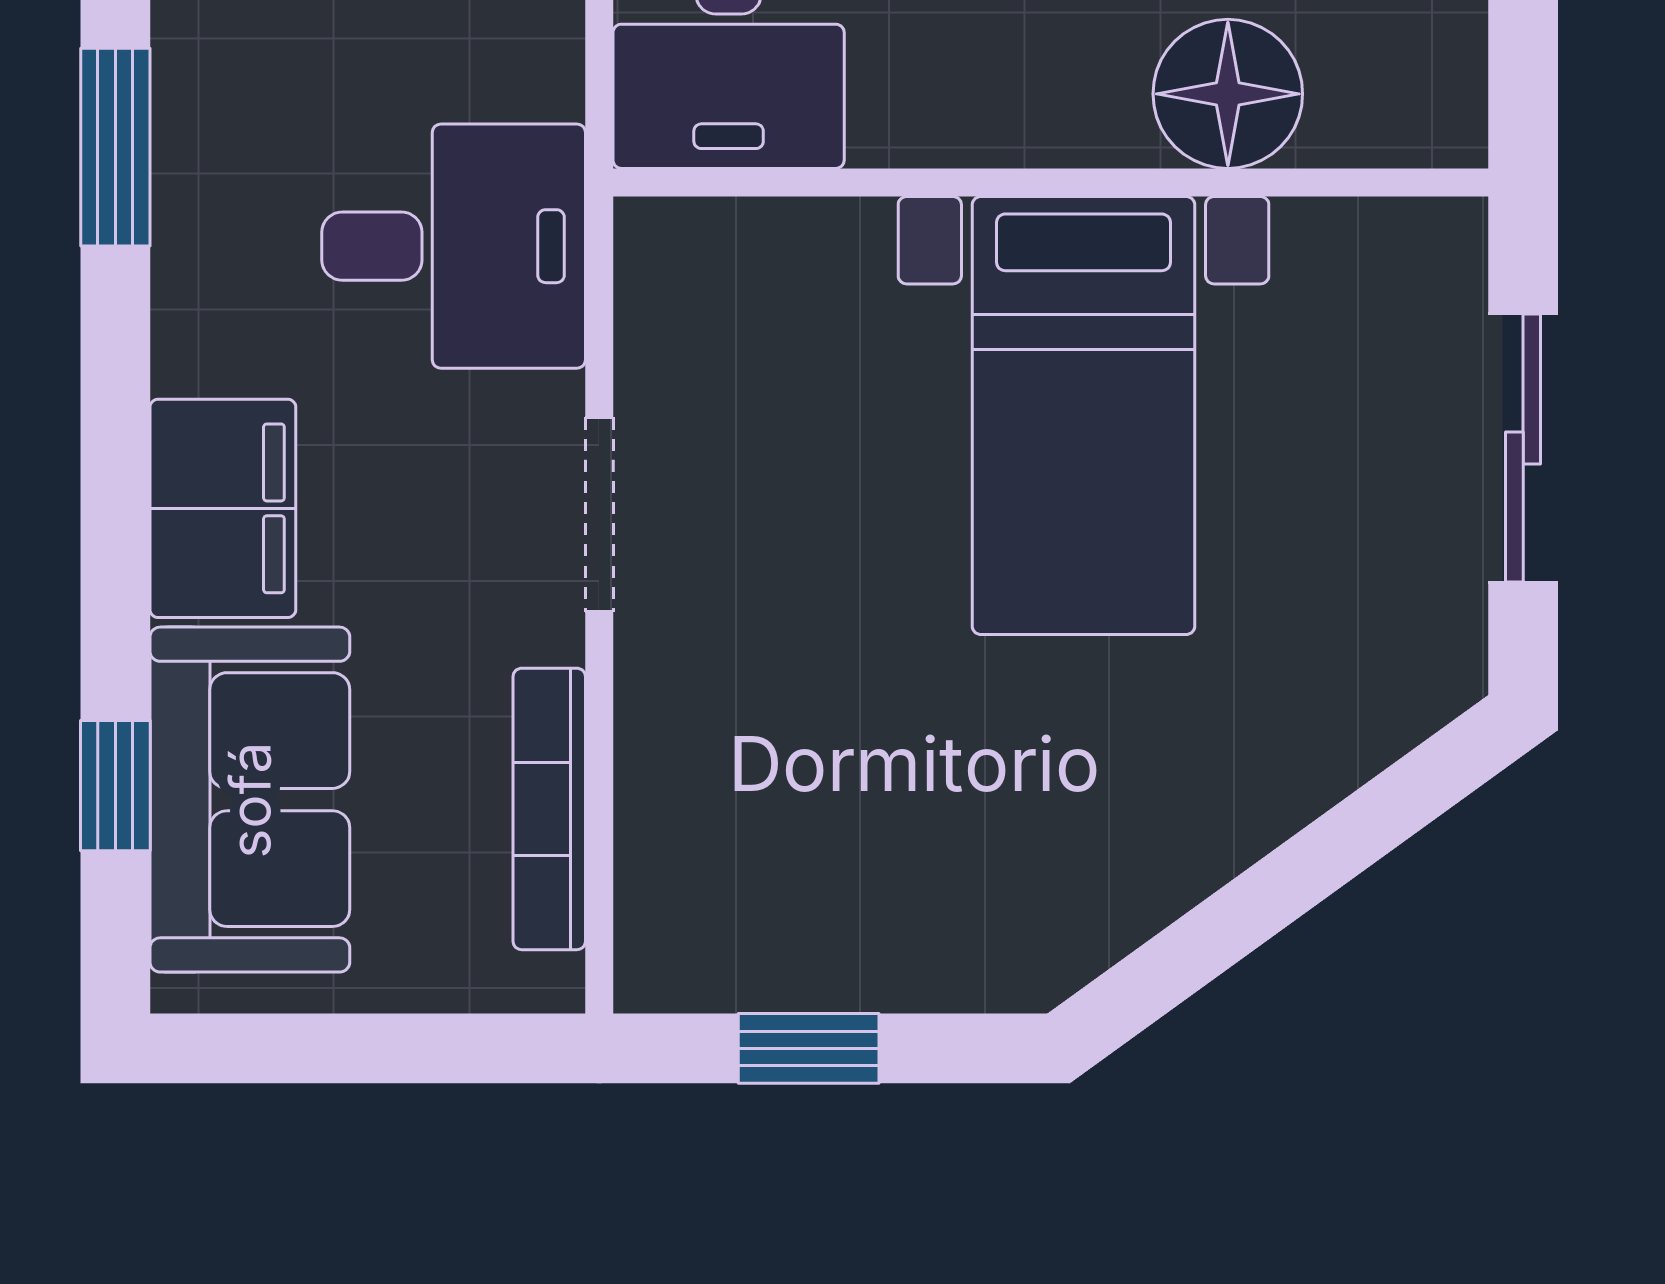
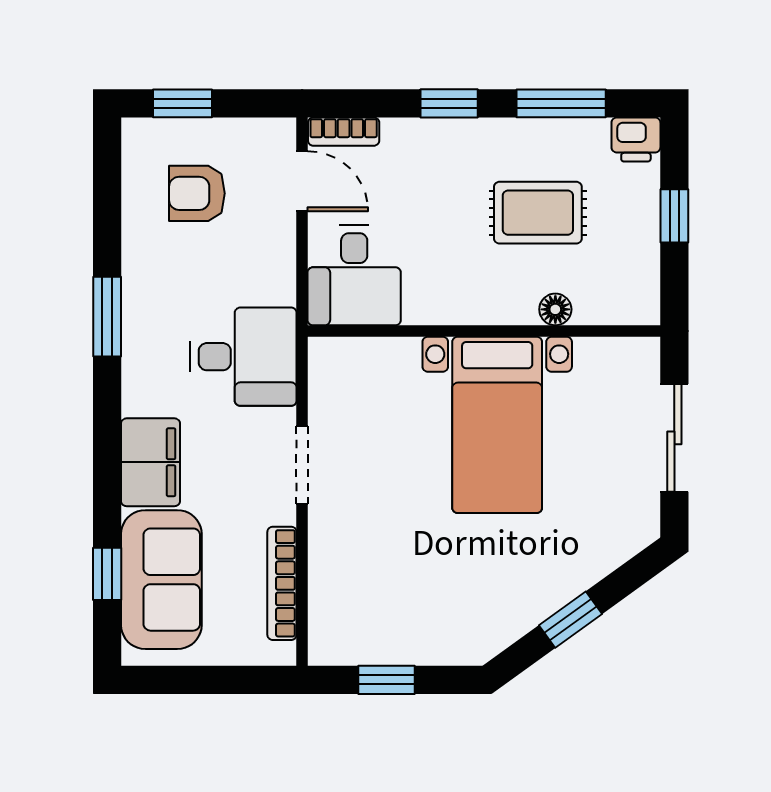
floor lamp: (1228, 94) -> (555, 309), width x0.53, depth x0.53
window: (1266, 899) -> (571, 620), added

